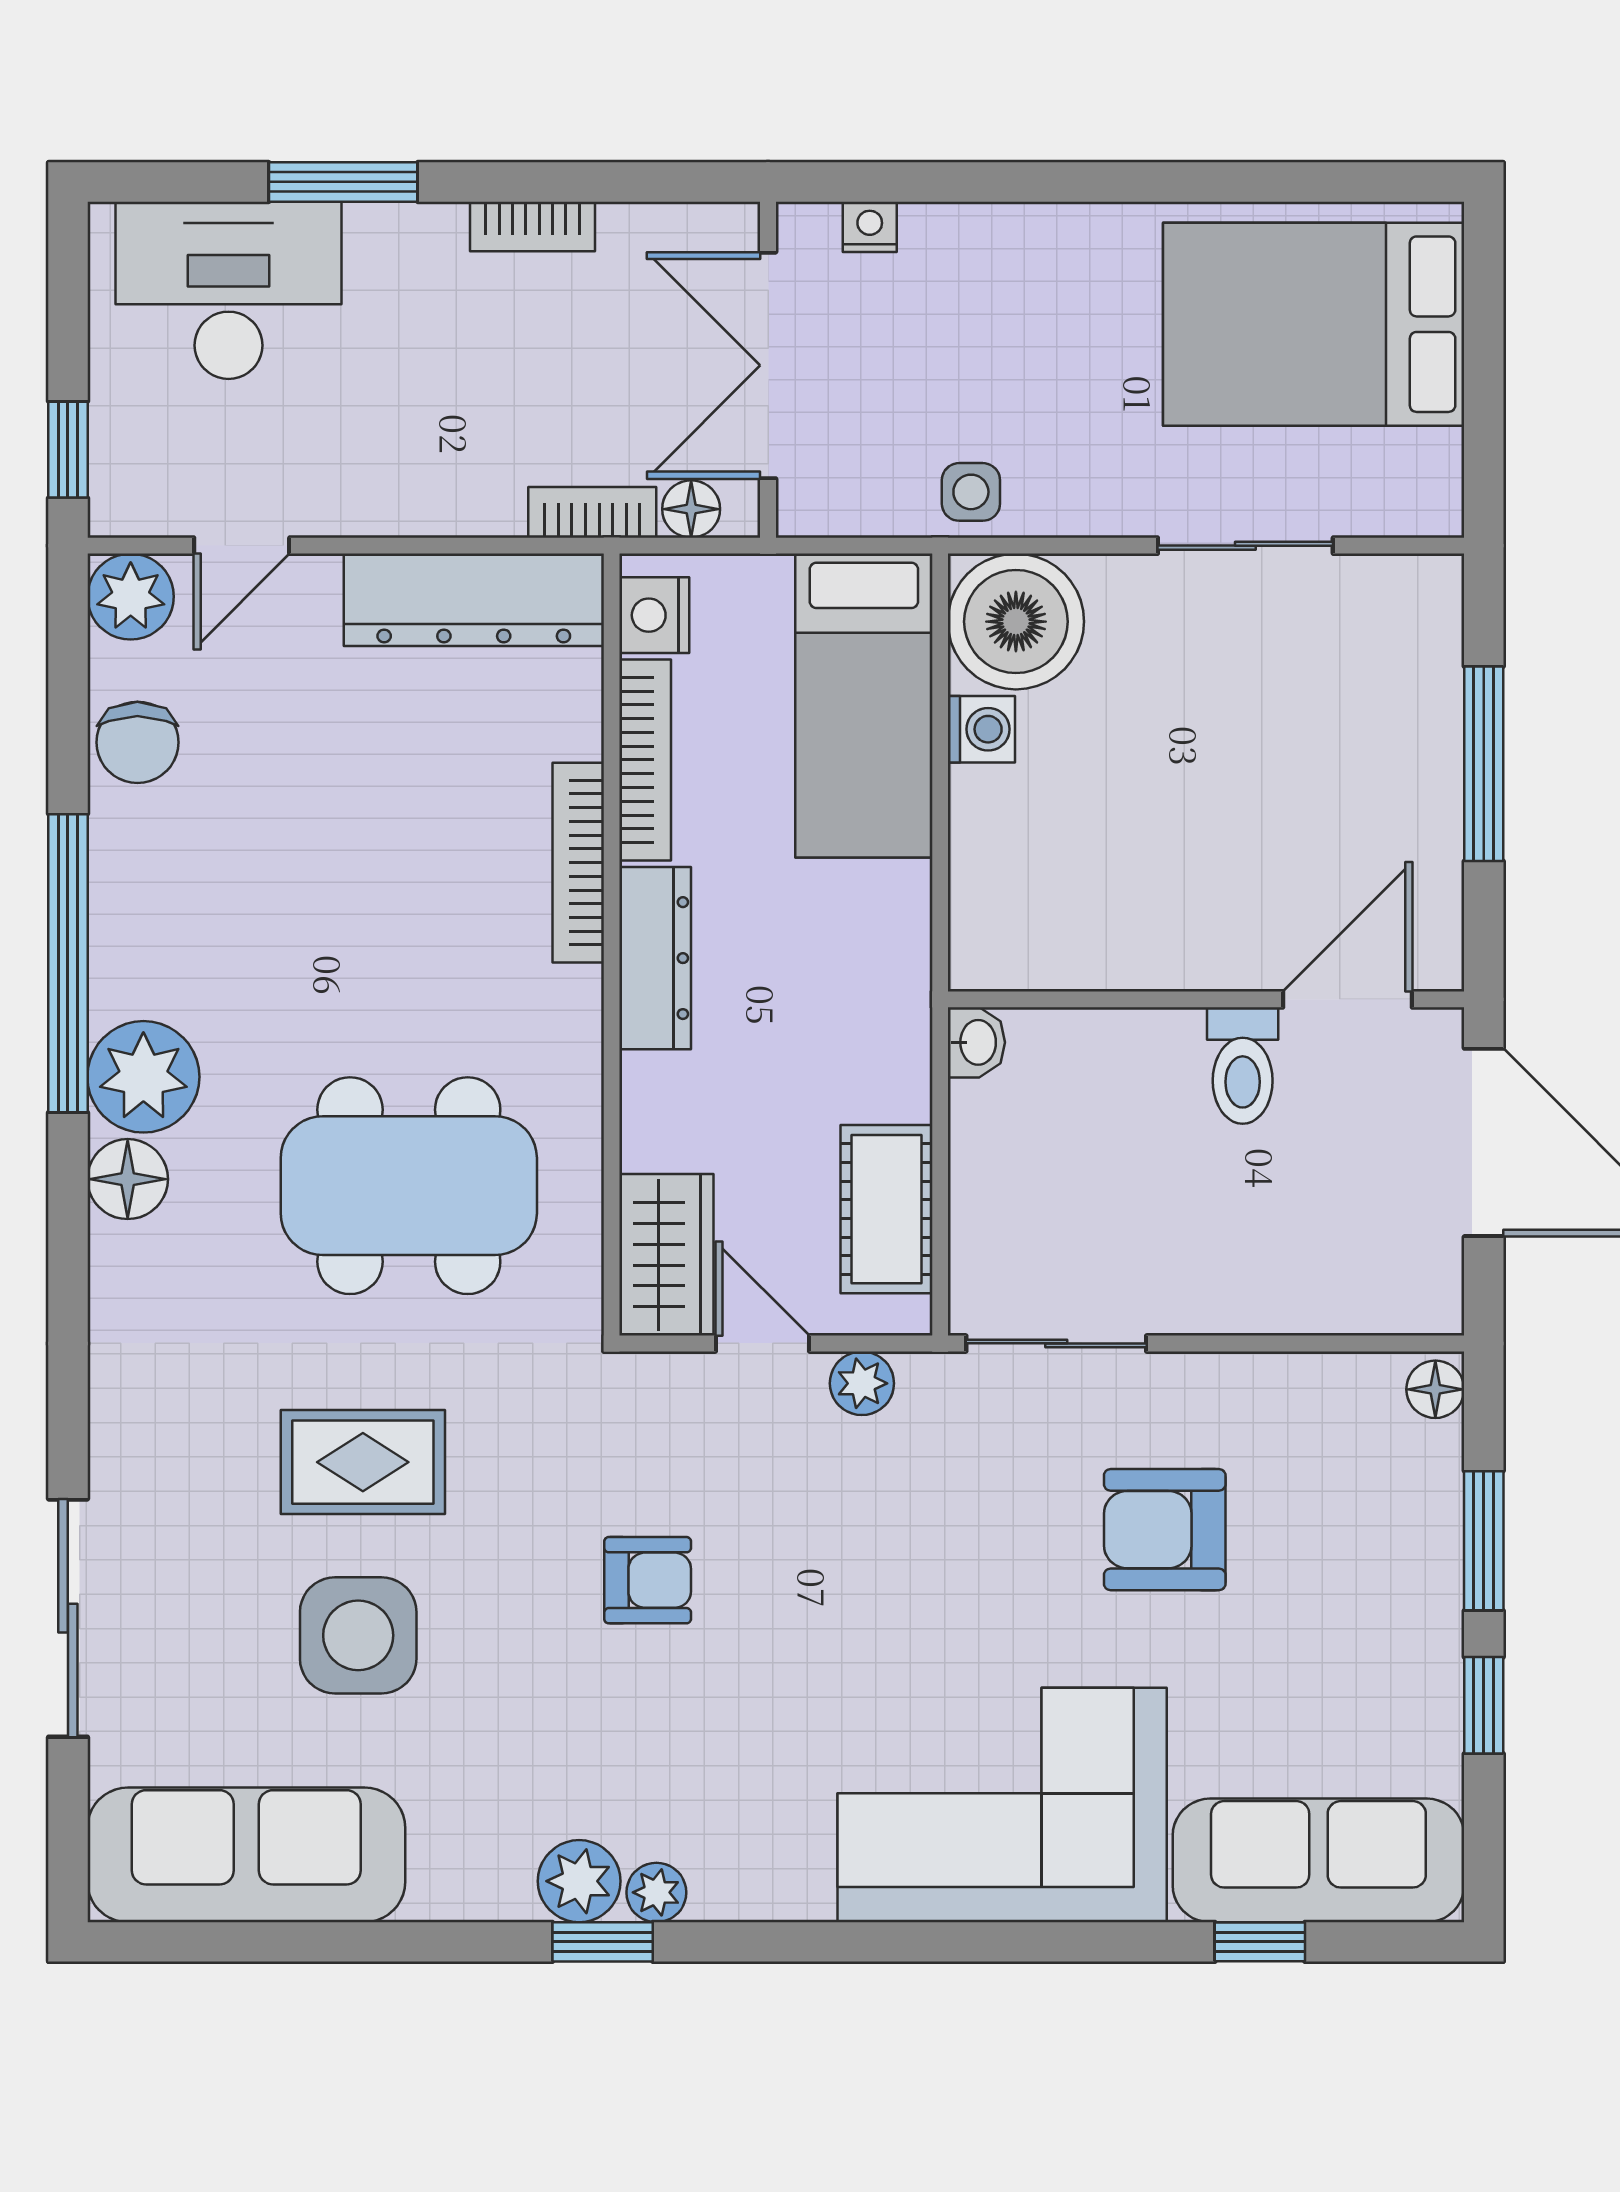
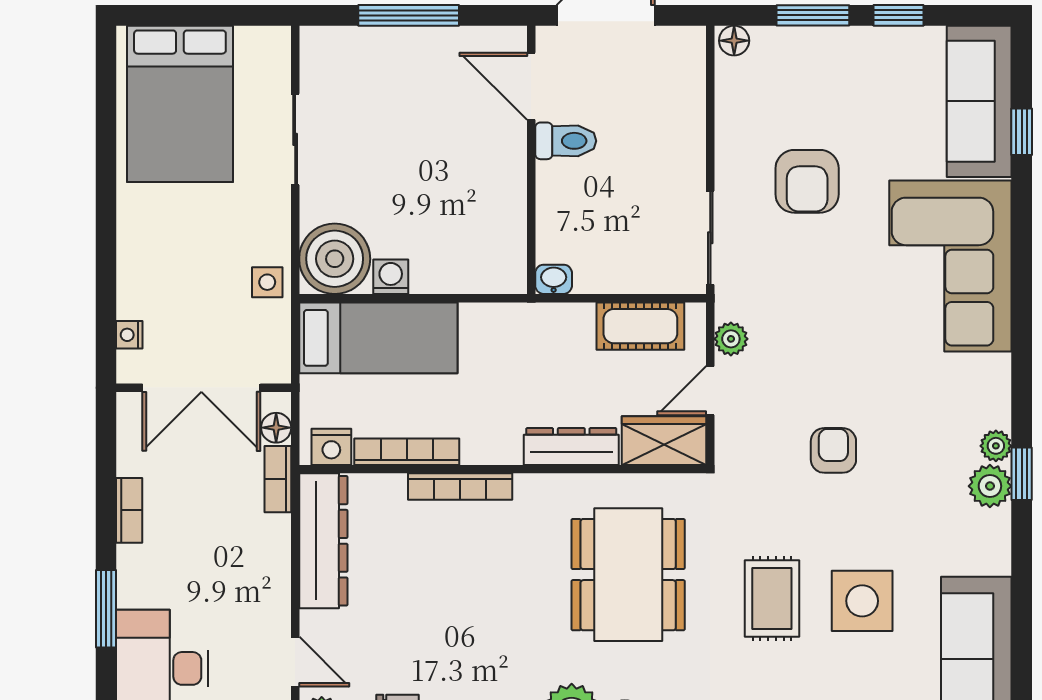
dresser: (655, 958) -> (571, 446), moved

